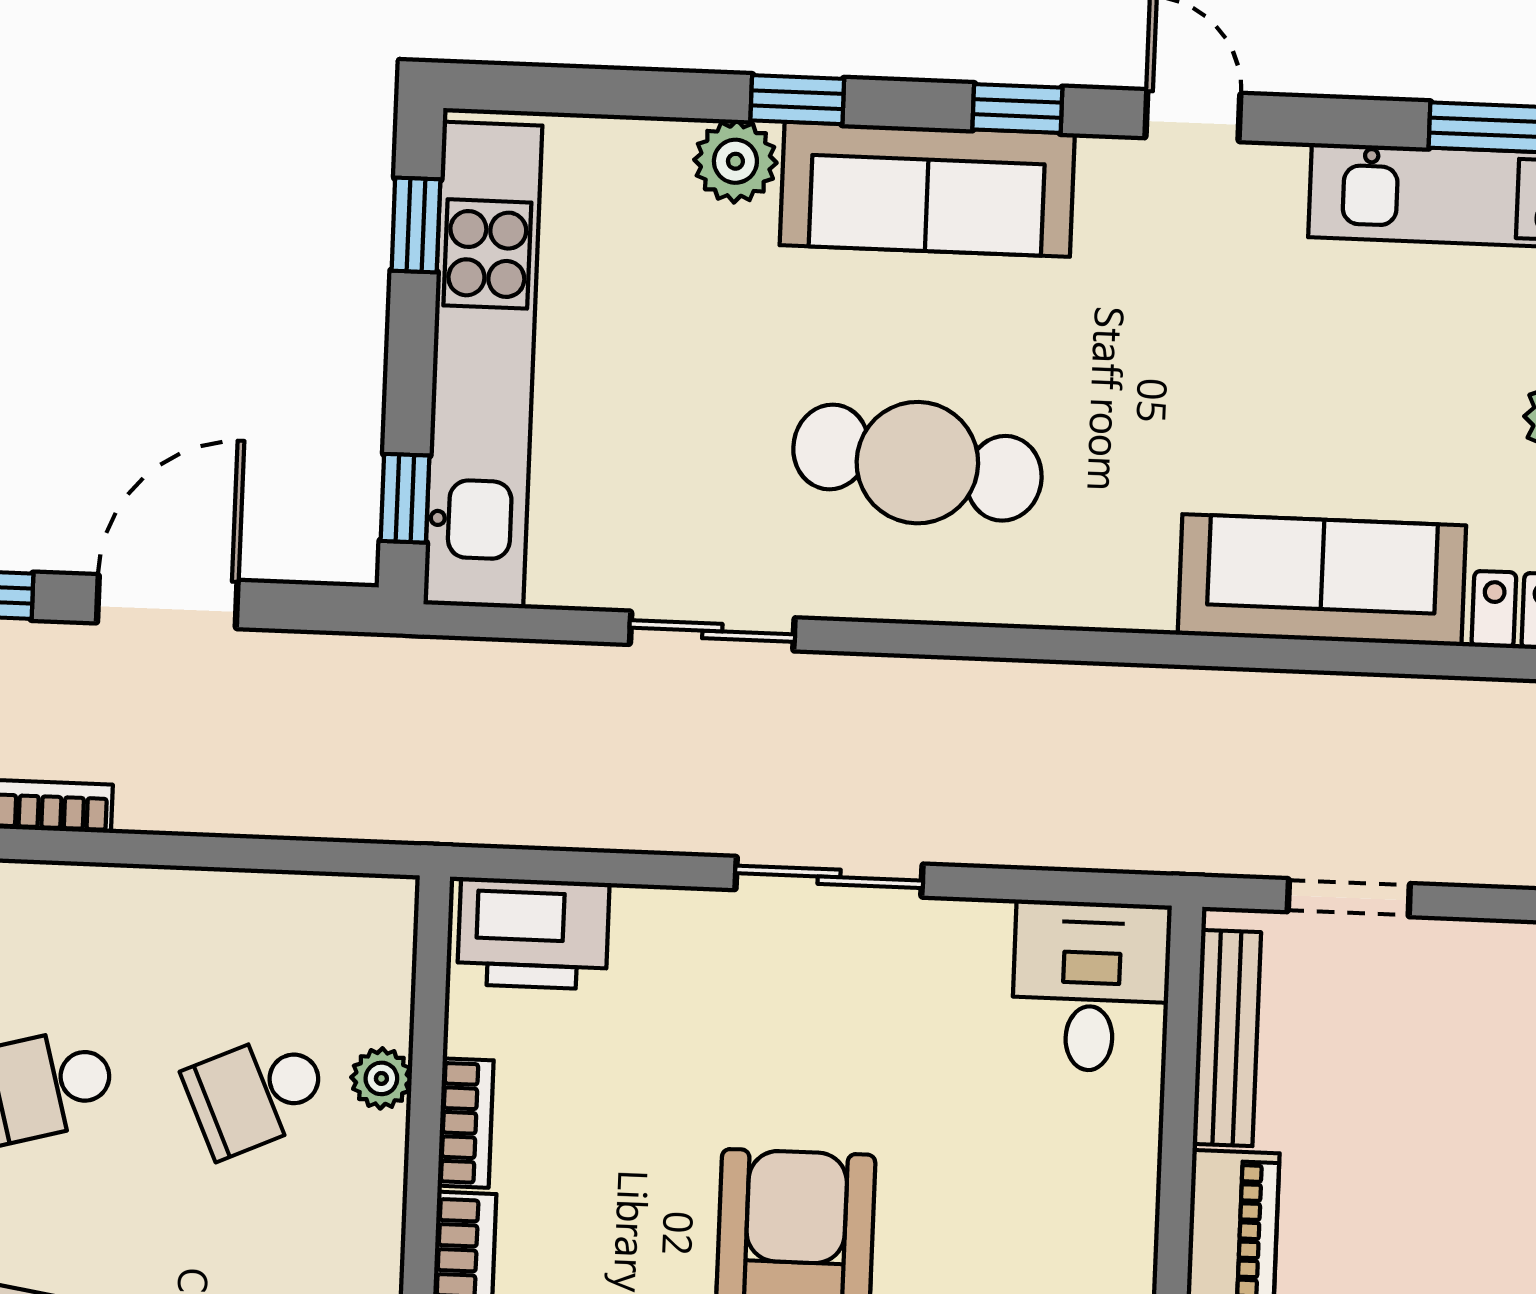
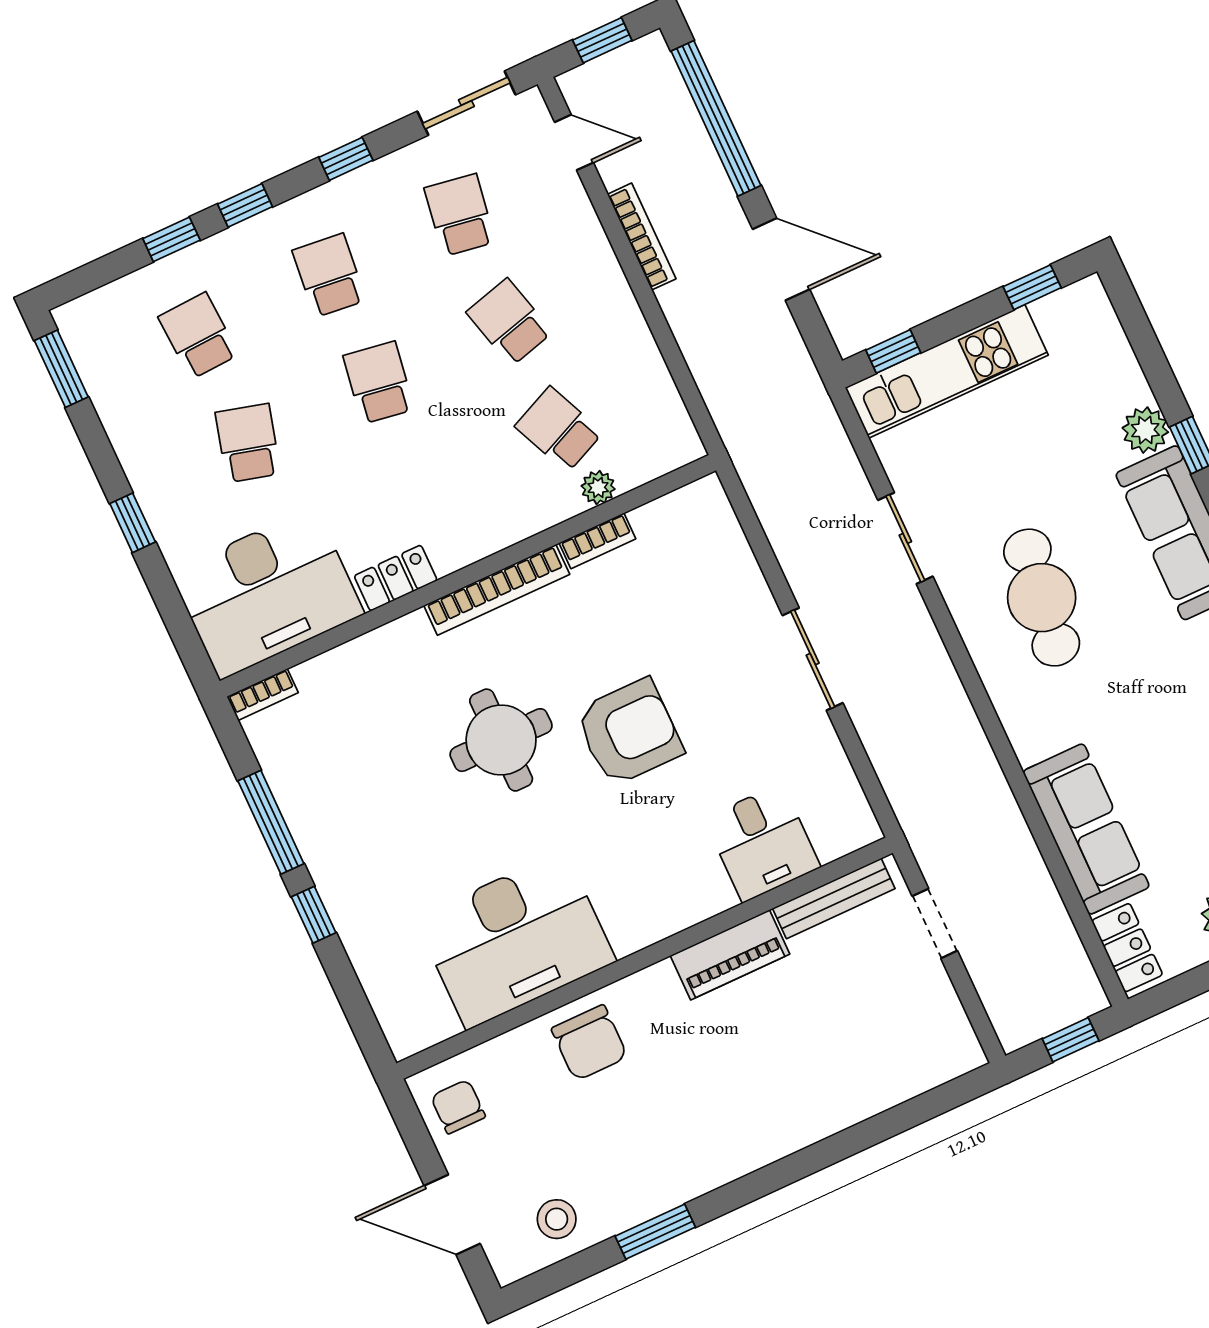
kitchen unit: (483, 365) -> (947, 371), width x0.73
printer: (533, 933) -> (709, 526), removed
desk: (1091, 986) -> (762, 843), moved, turned 90

